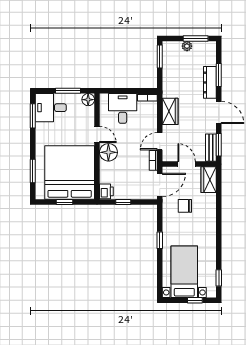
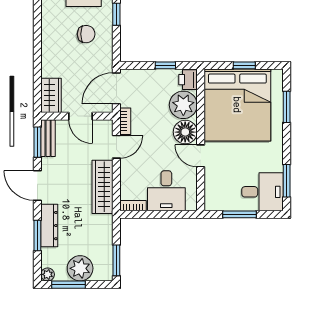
plant: (187, 46) -> (80, 268), width x1.87, depth x1.87
plant: (211, 46) -> (48, 274), added
floor lamp: (88, 100) -> (212, 203), removed
wardrobe: (170, 111) -> (103, 187), width x1.50
plant: (110, 173) -> (183, 105), added
chair: (185, 206) -> (86, 34), moved

